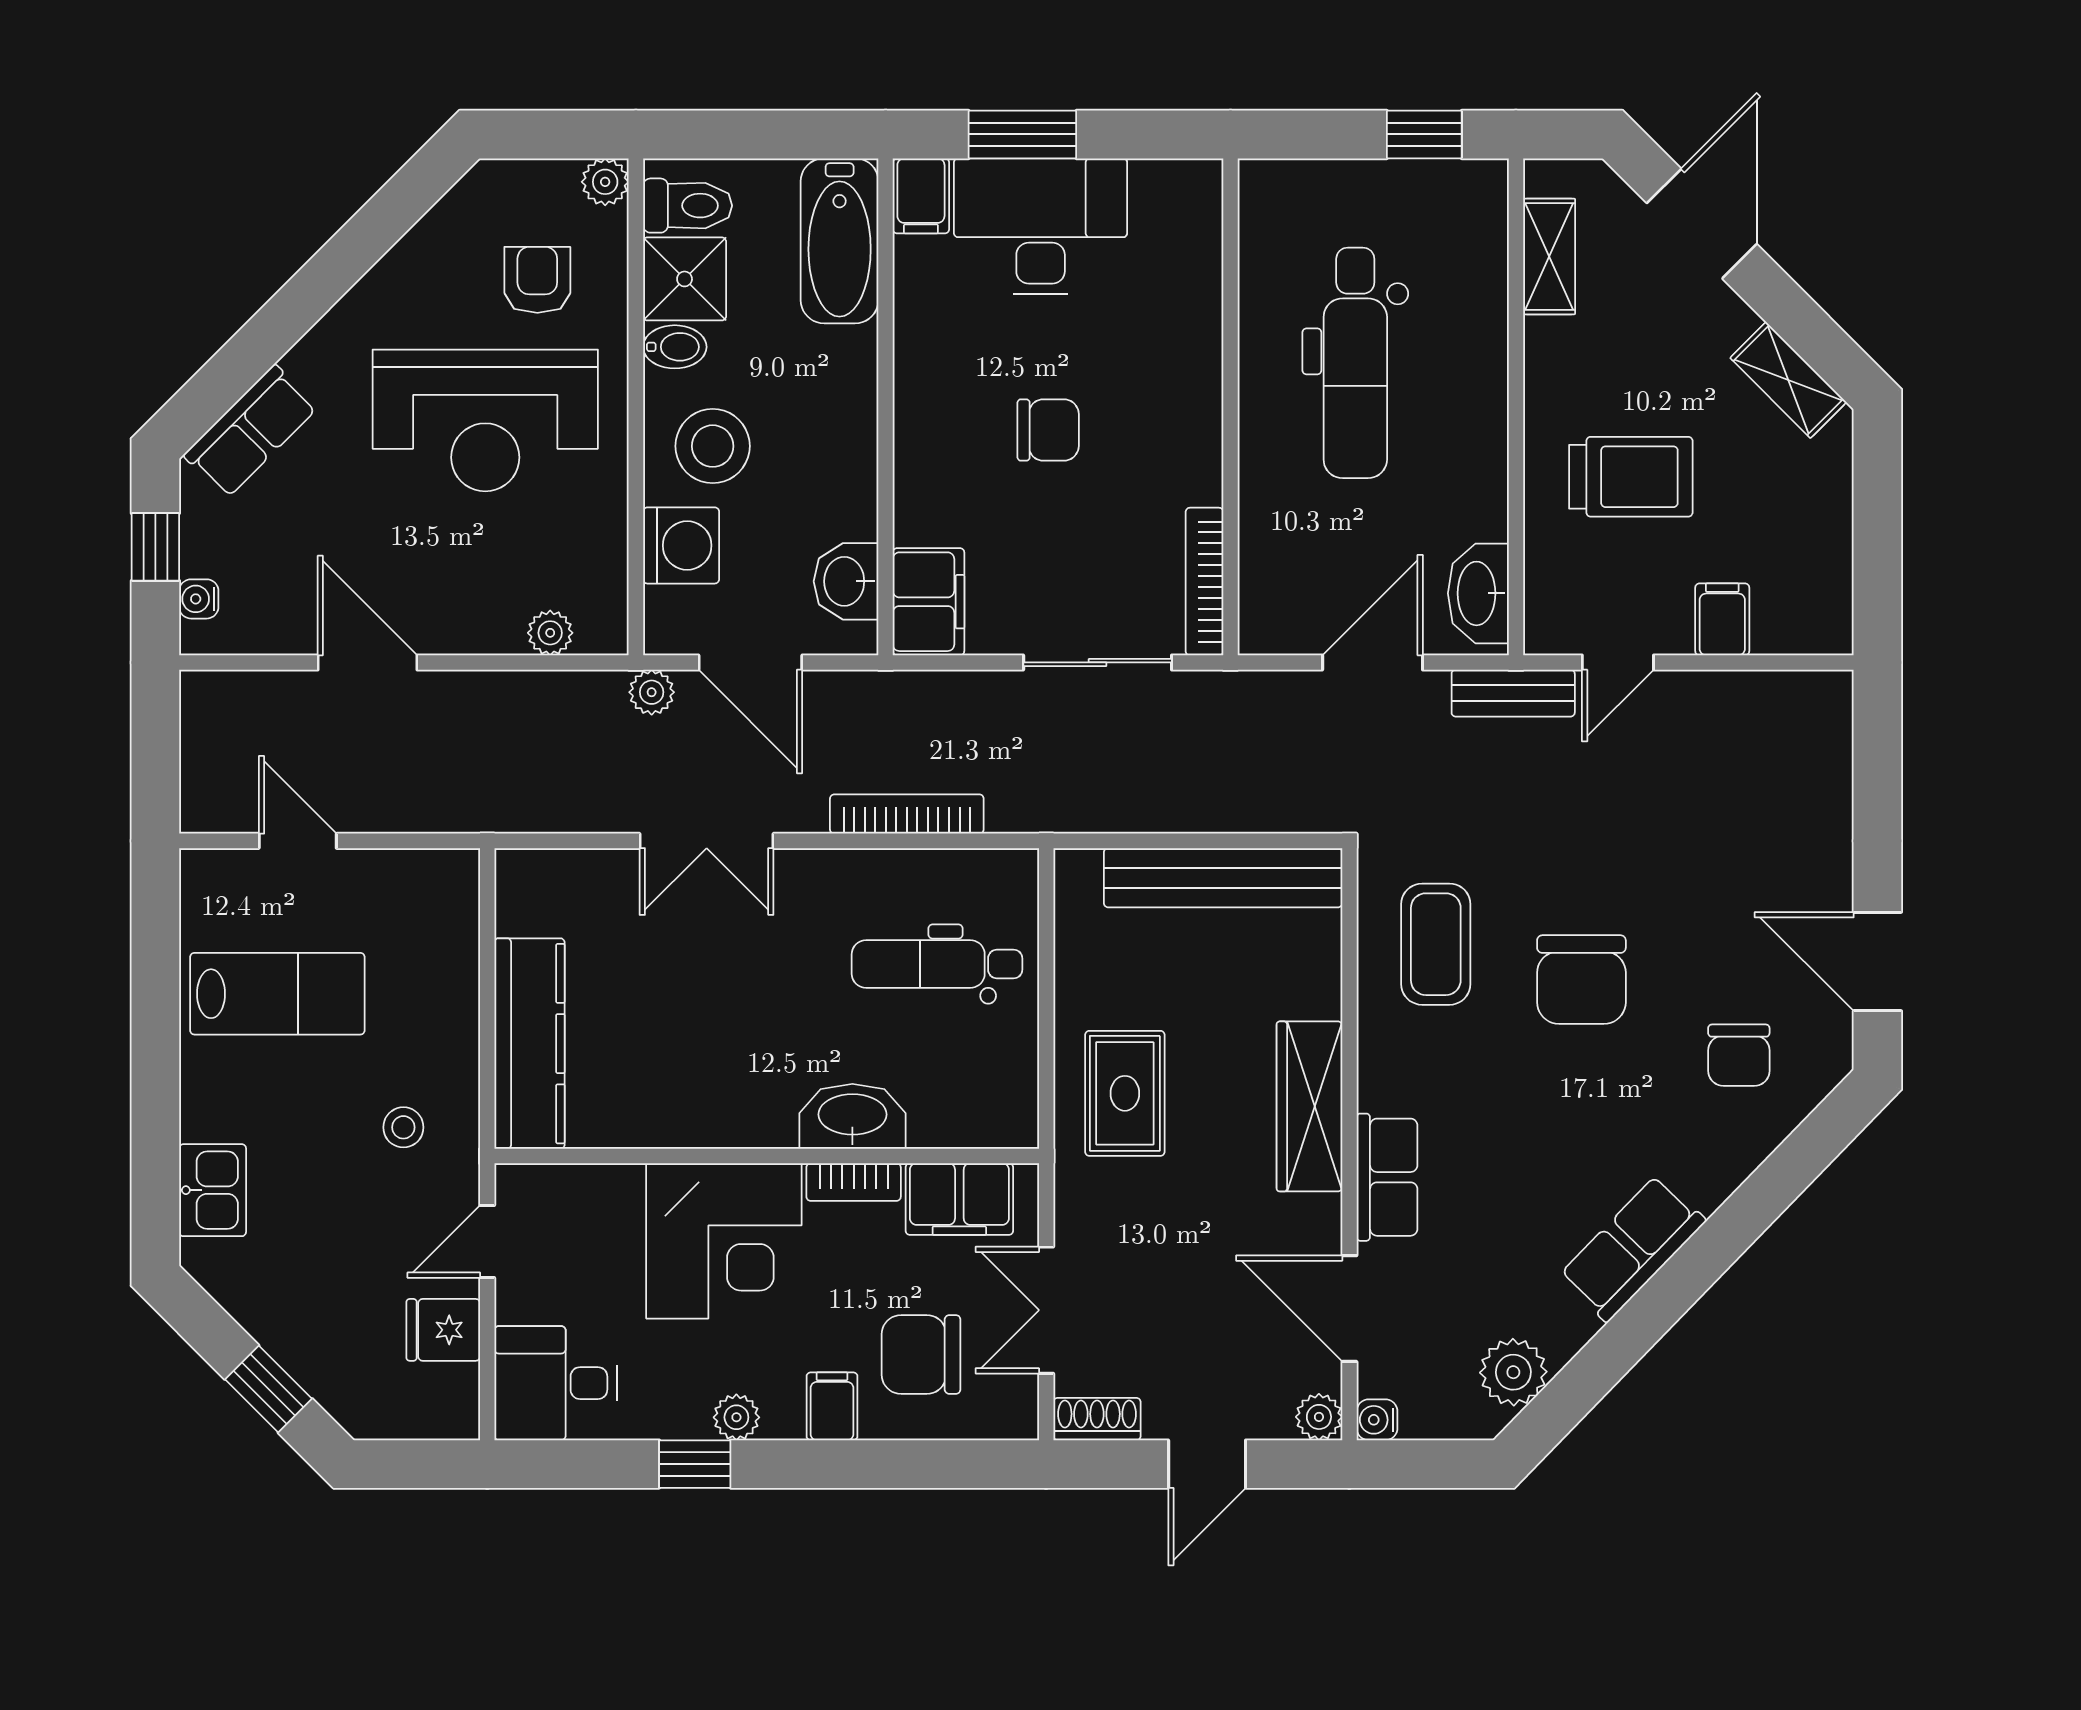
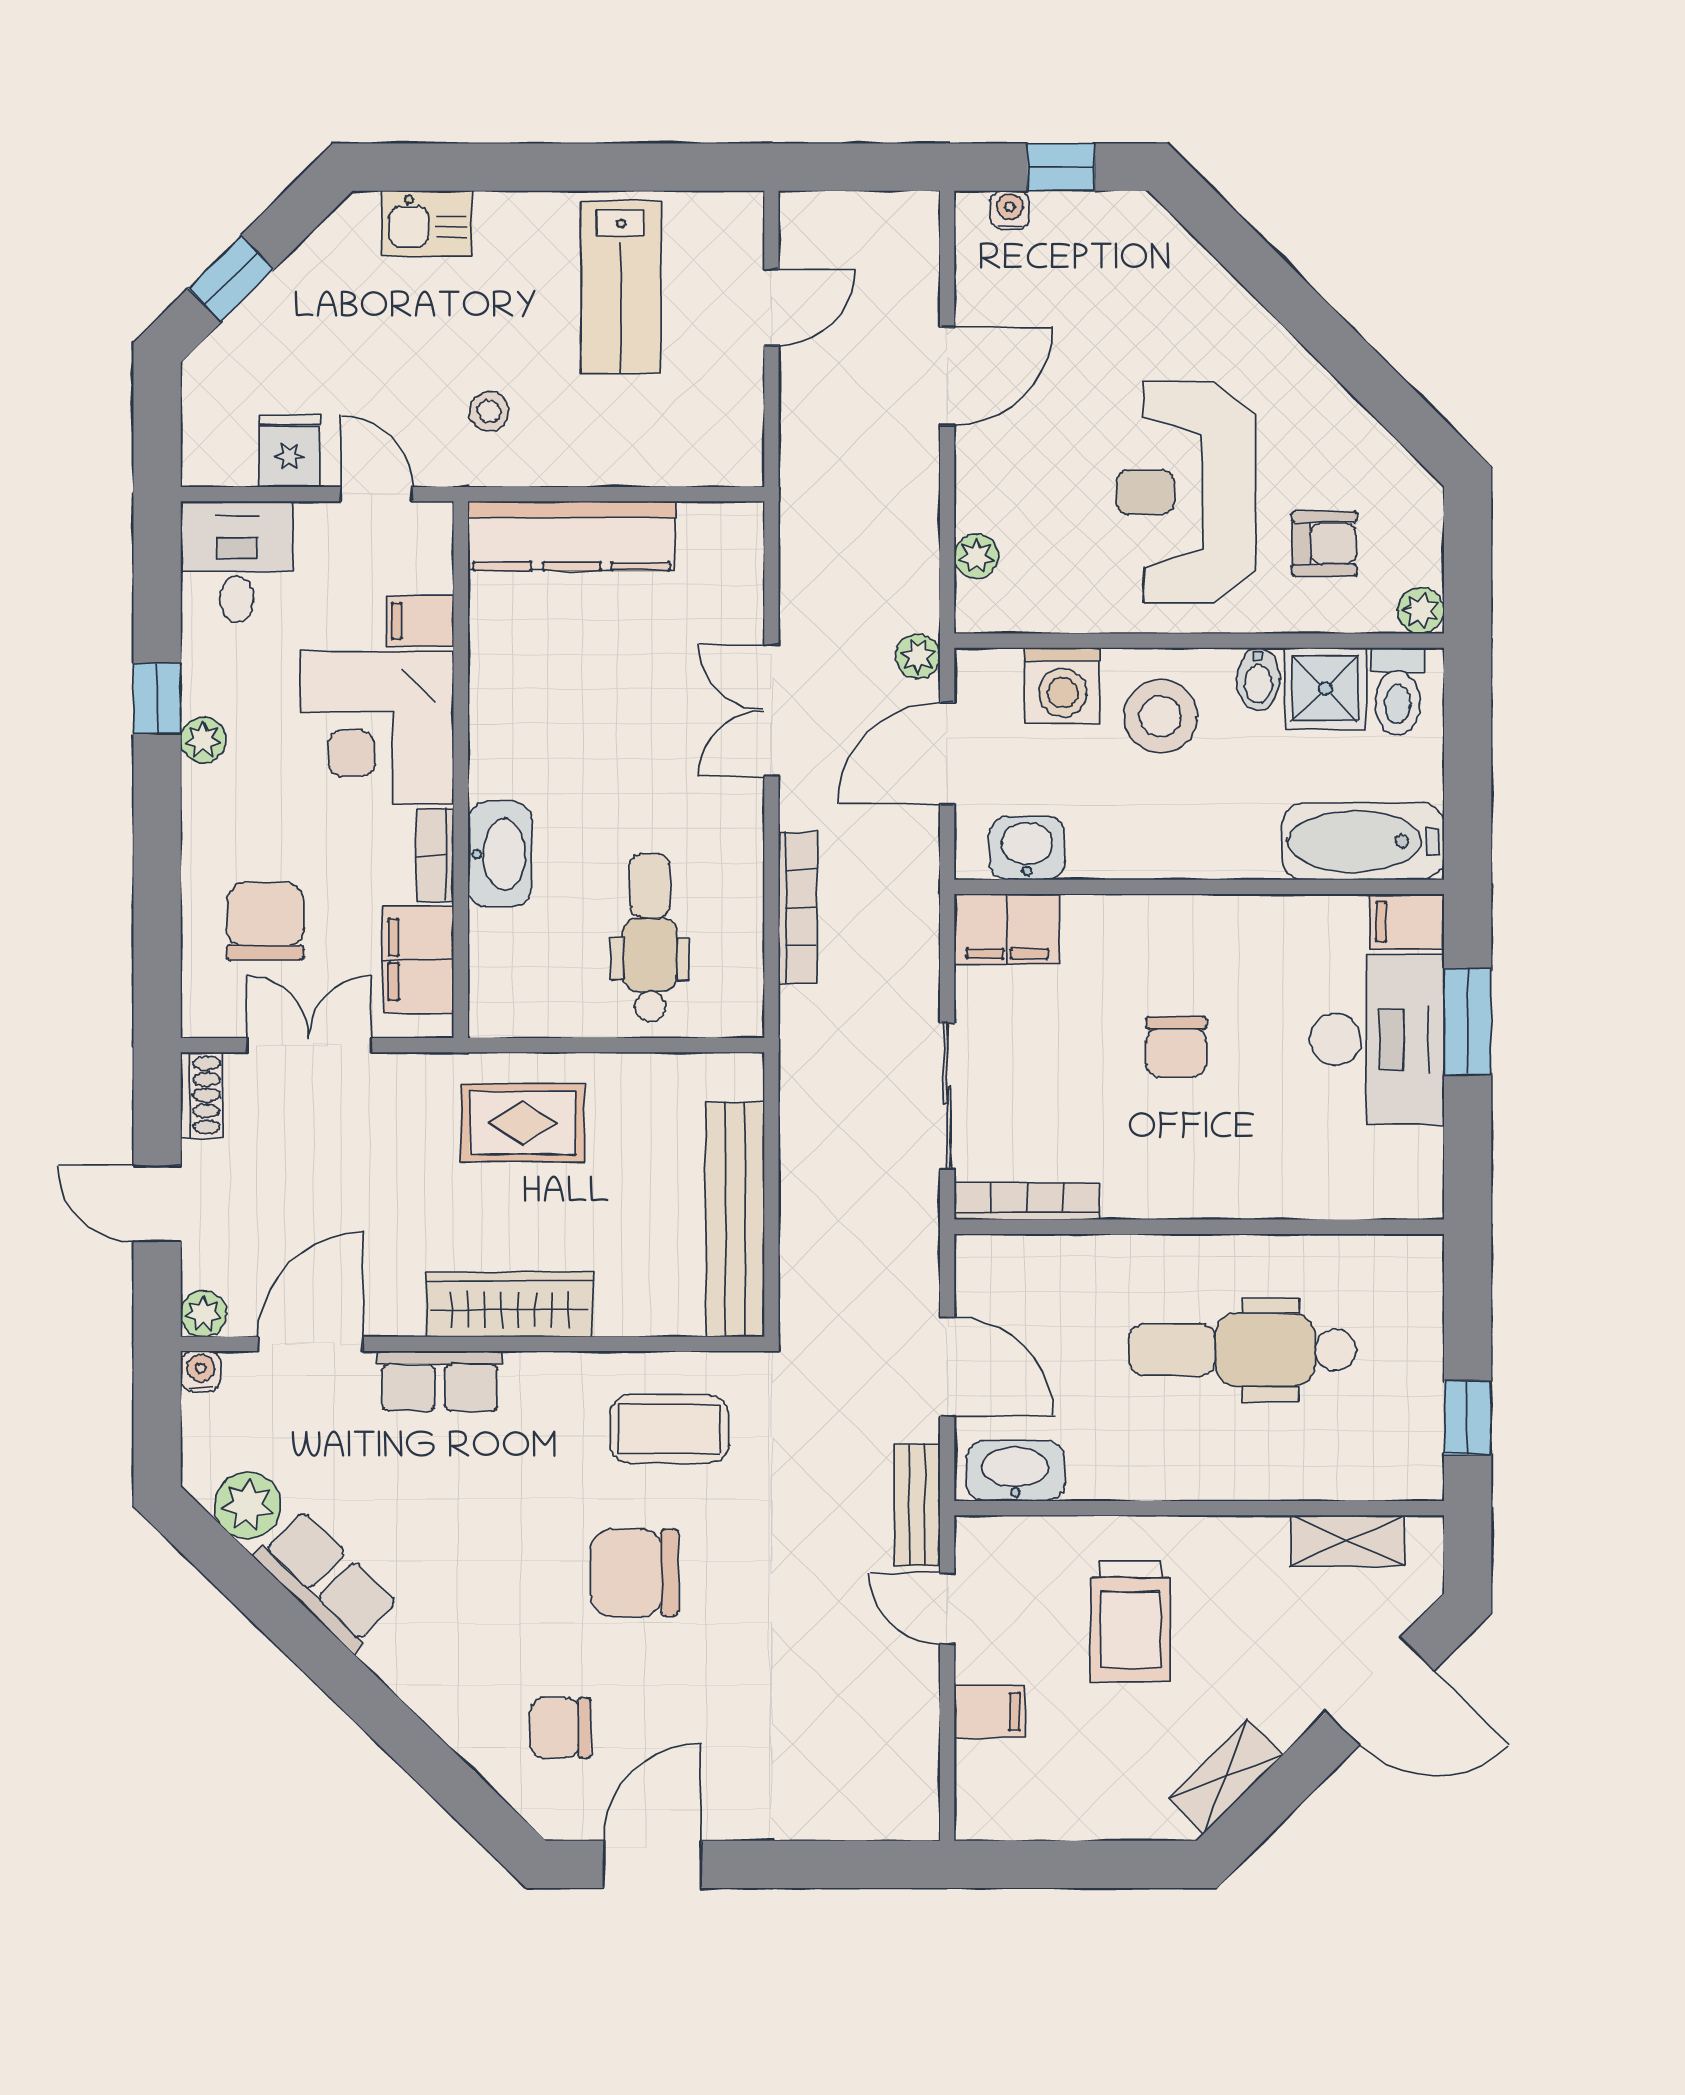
row of seats: (251, 431) -> (1175, 261), removed
row of seats: (1632, 1248) -> (327, 1581), moved
filing cabinet: (832, 1406) -> (420, 621), moved, turned 180

